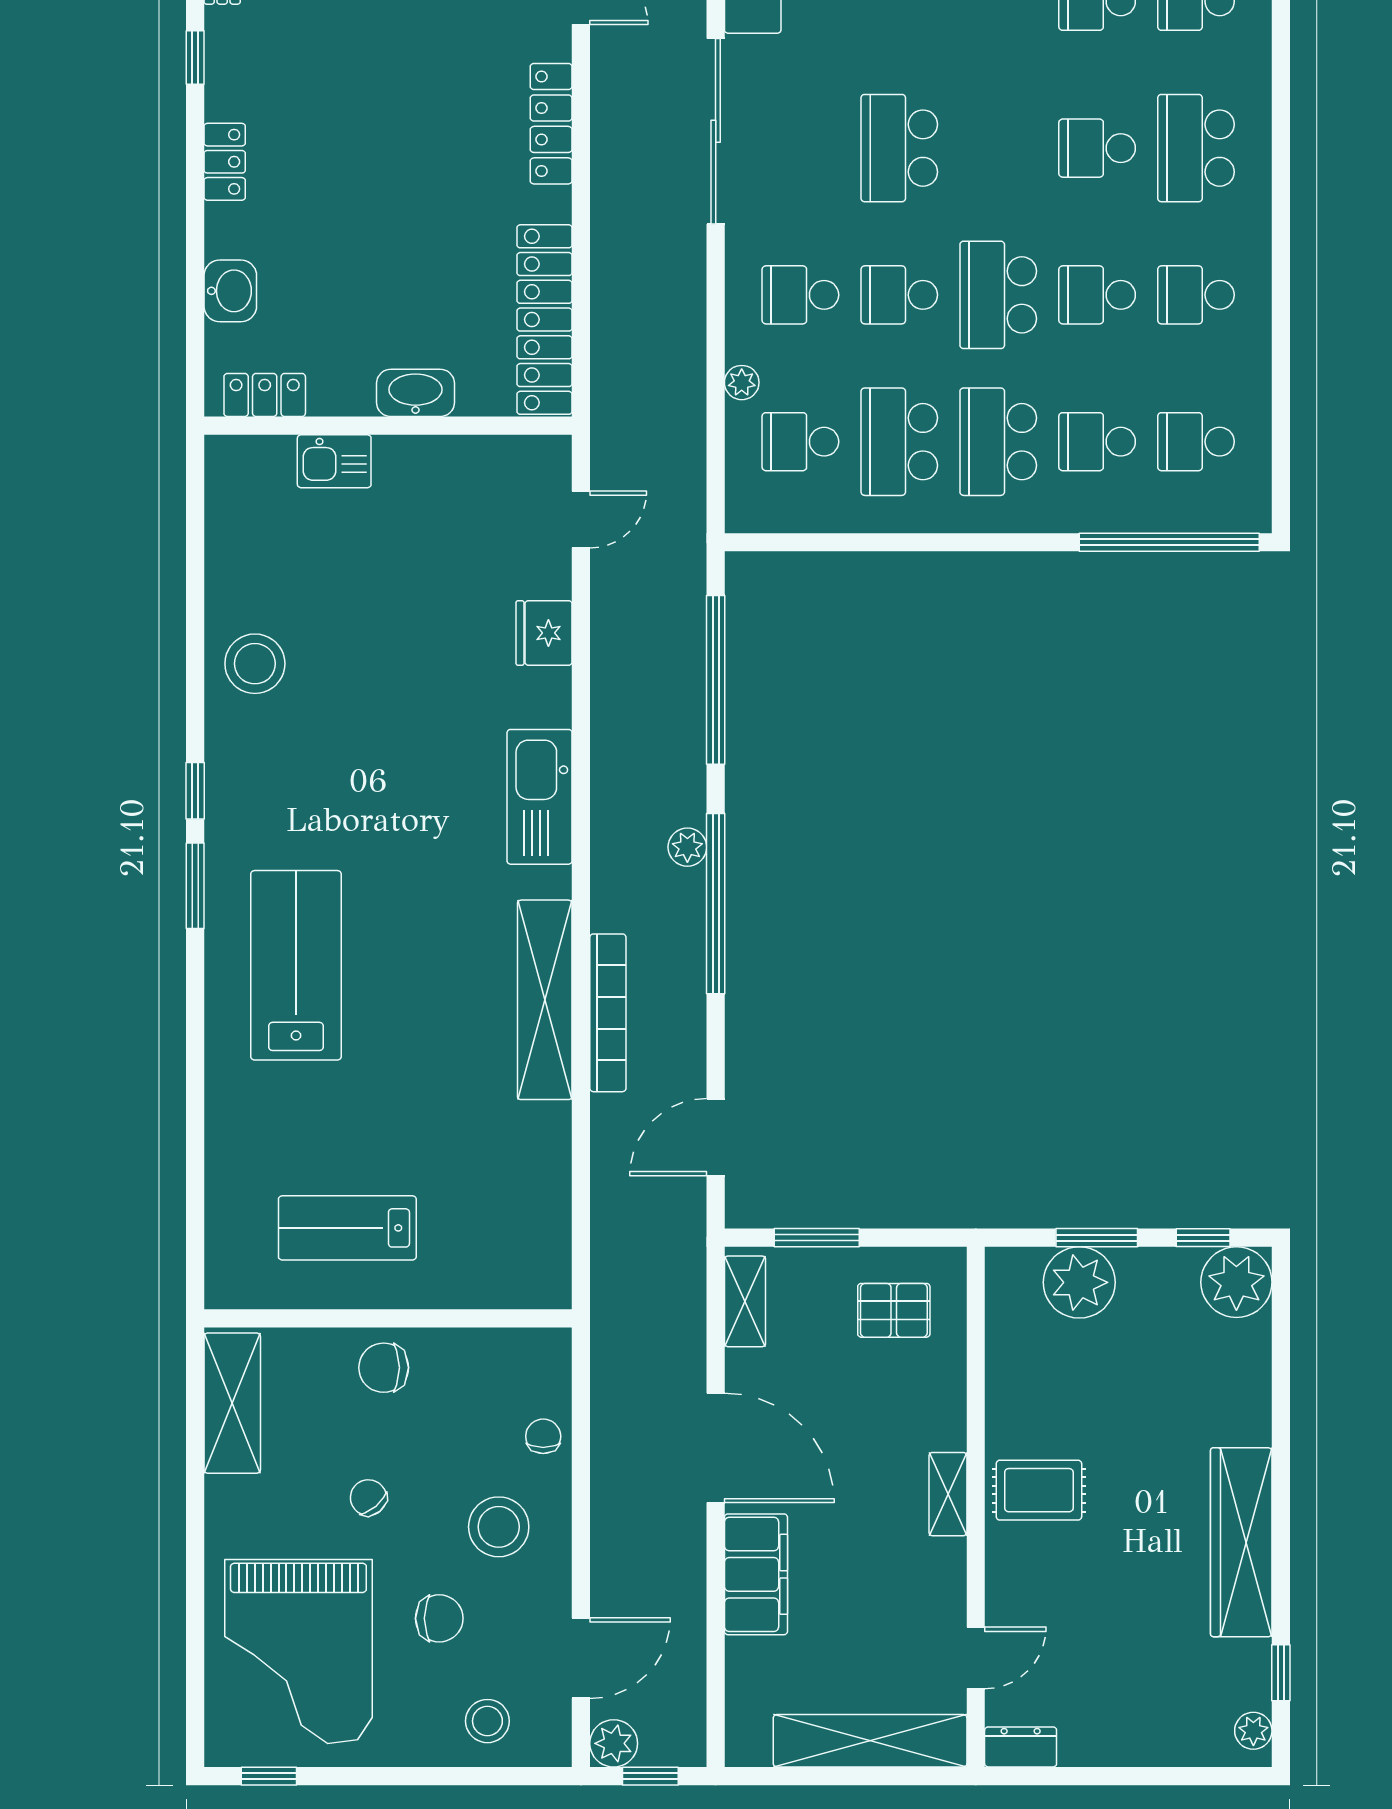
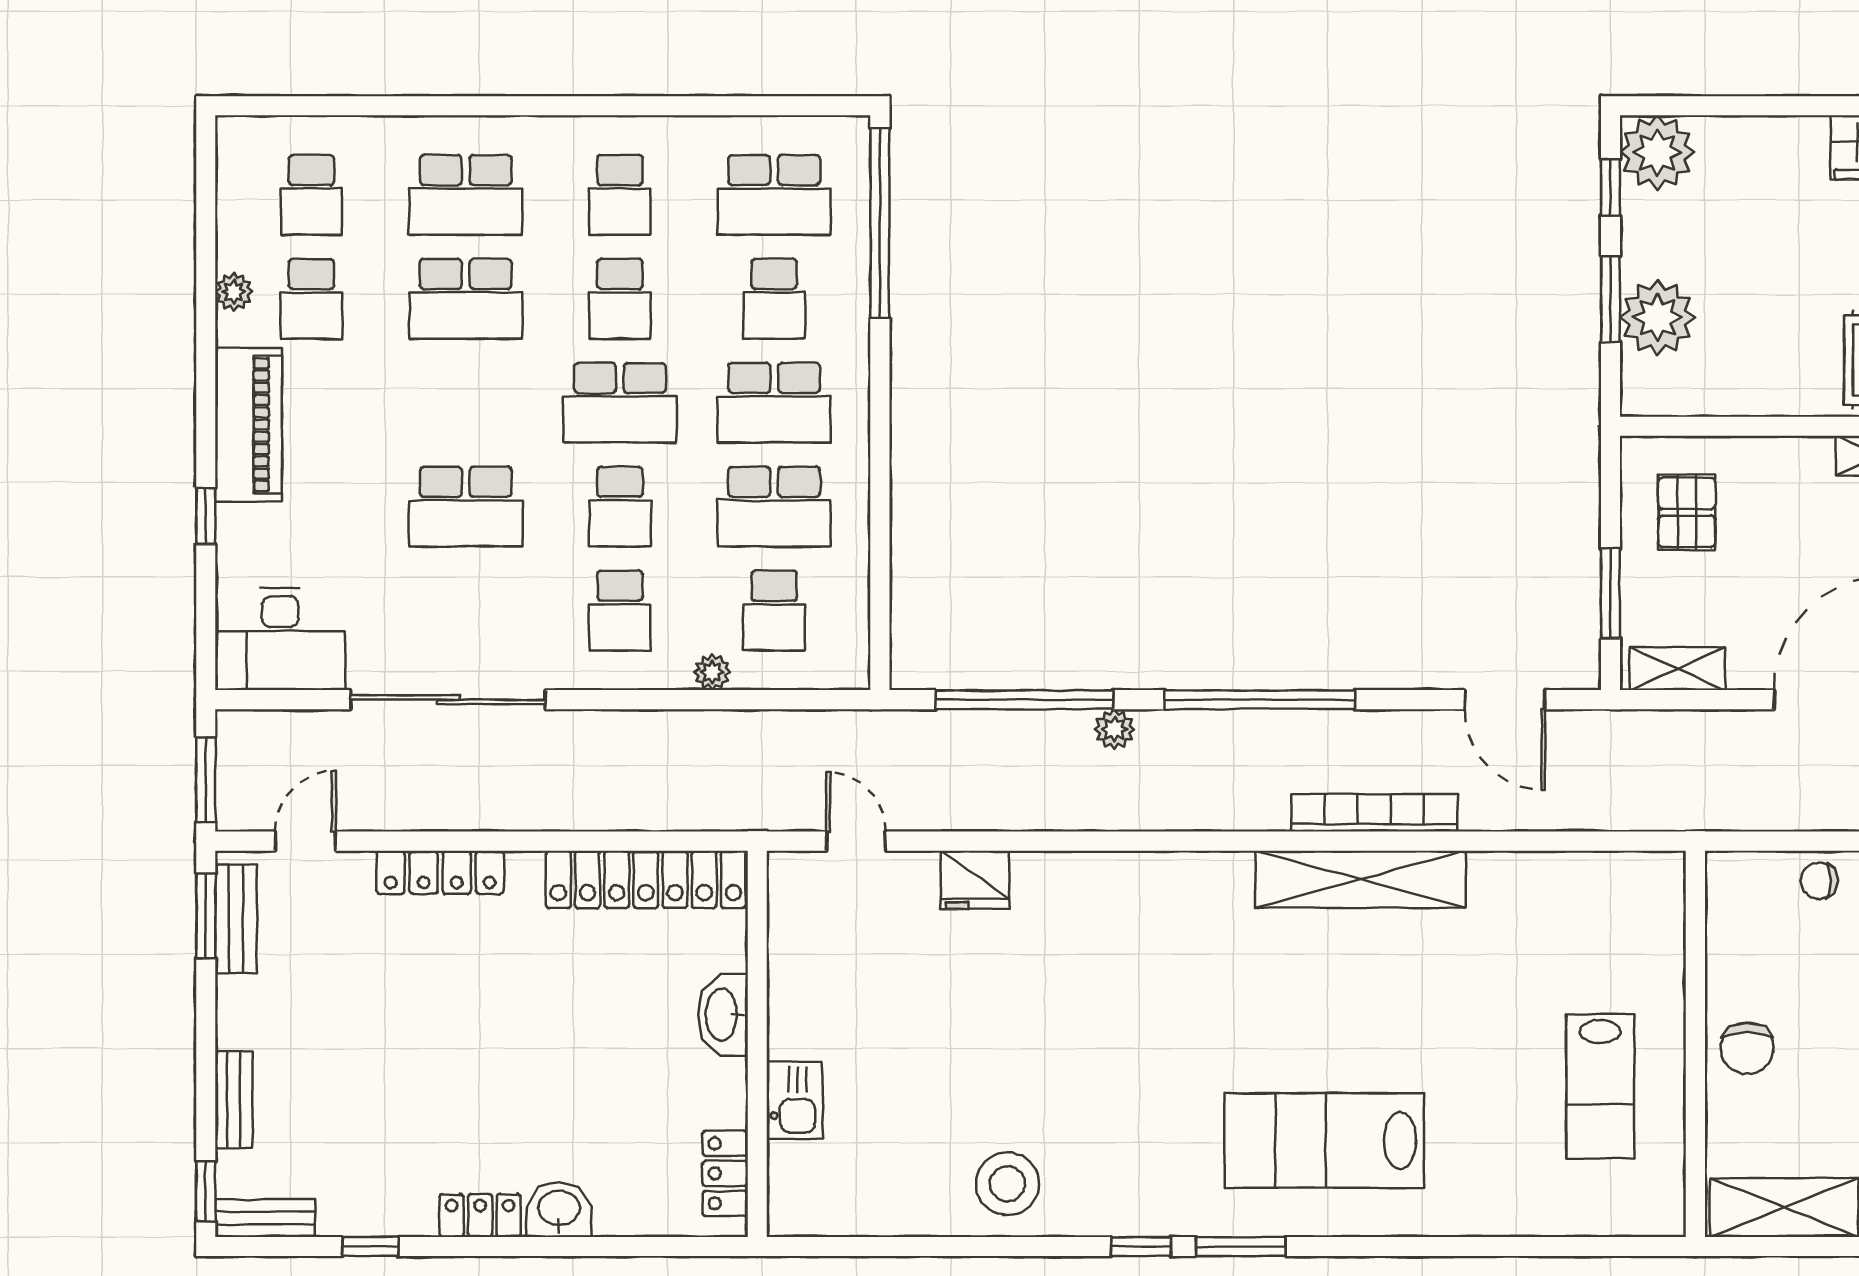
school desk: (1097, 148) -> (466, 299), width x1.85
washbasin: (230, 291) -> (559, 1210), moved
school desk: (1196, 442) -> (774, 195), width x1.85
kitchen sink: (540, 797) -> (1147, 885), removed
plant: (687, 847) -> (1114, 729), moved

